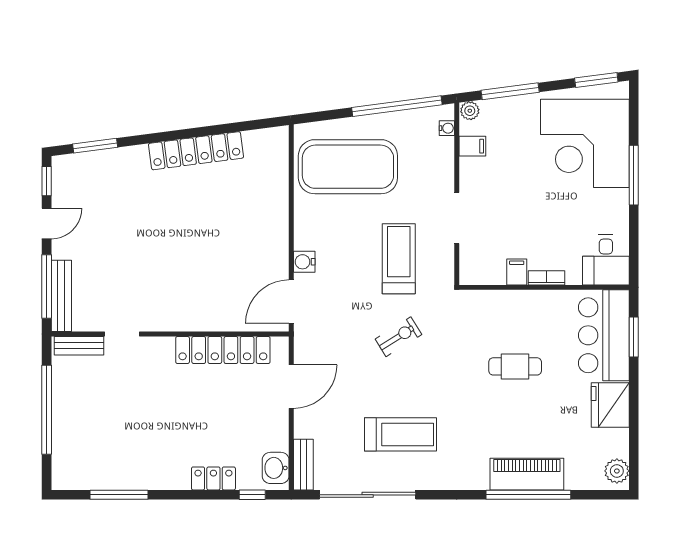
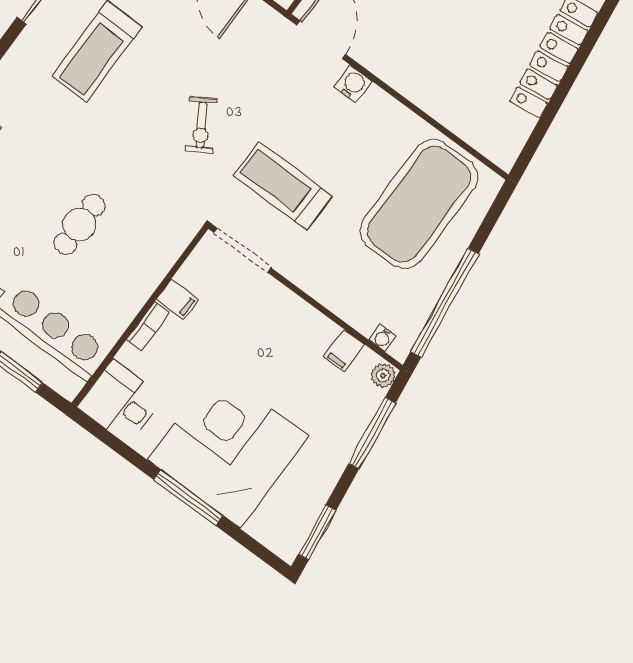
corner desk: (585, 143) -> (228, 448), moved
doorway: (457, 218) -> (243, 250), moved
treadmill: (399, 259) -> (283, 186), turned 180

